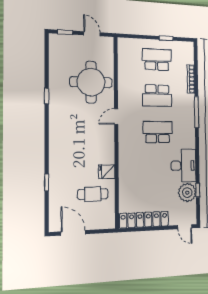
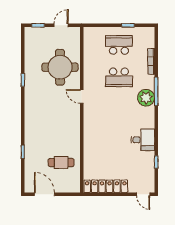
door: (92, 34) -> (61, 25), hinge flipped
door: (116, 116) -> (82, 96), hinge flipped
school desk: (158, 132) -> (119, 110), removed
desk: (184, 166) -> (143, 140), width x0.73
fridge: (107, 172) -> (73, 144), removed
plant: (187, 193) -> (146, 98), moved

